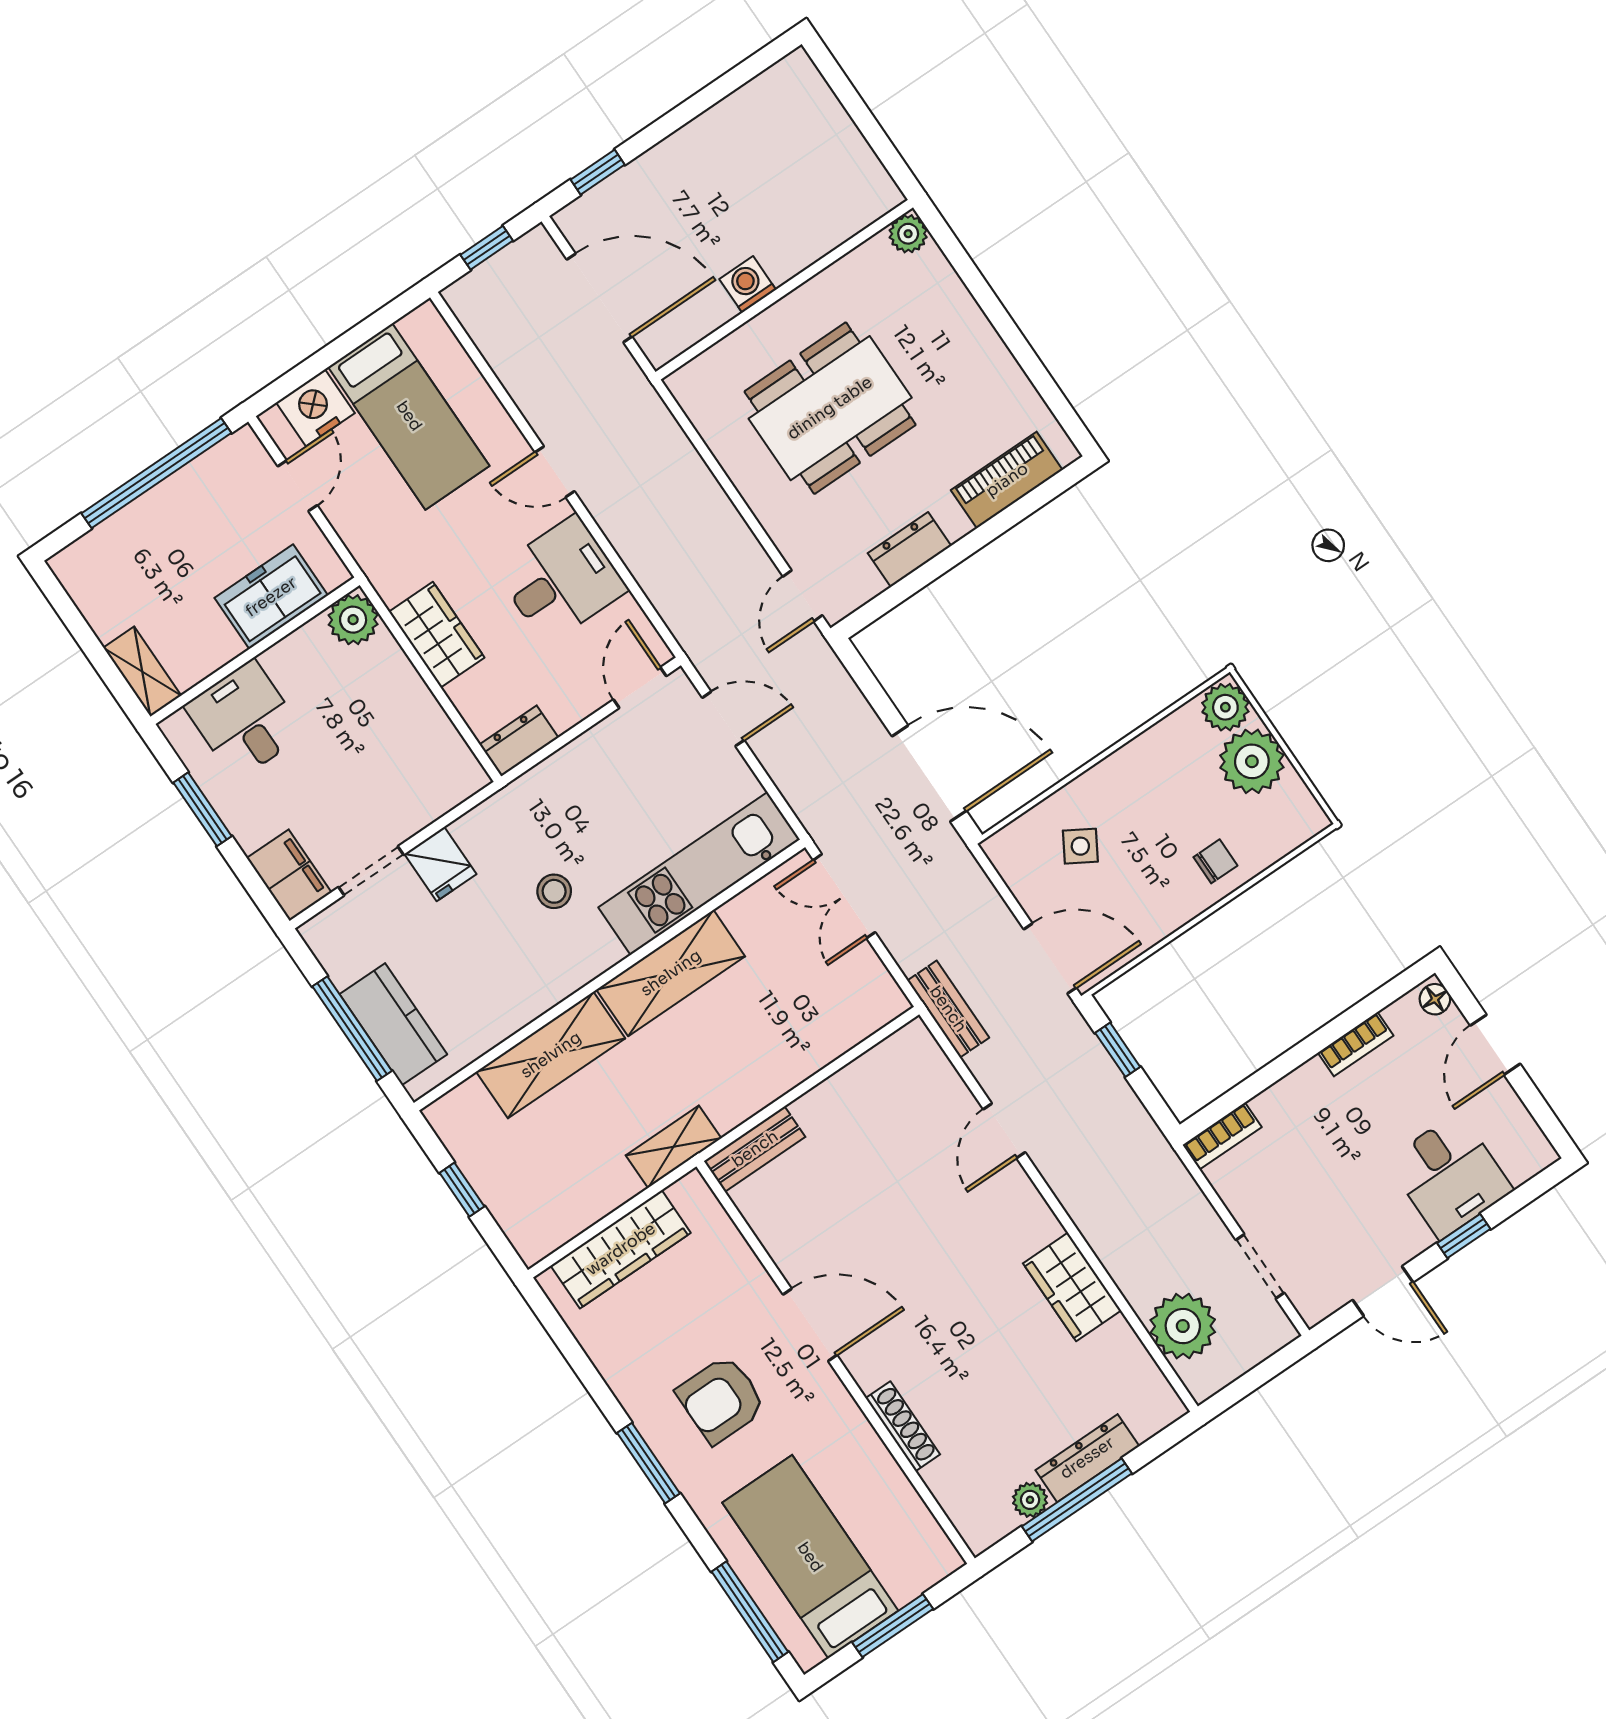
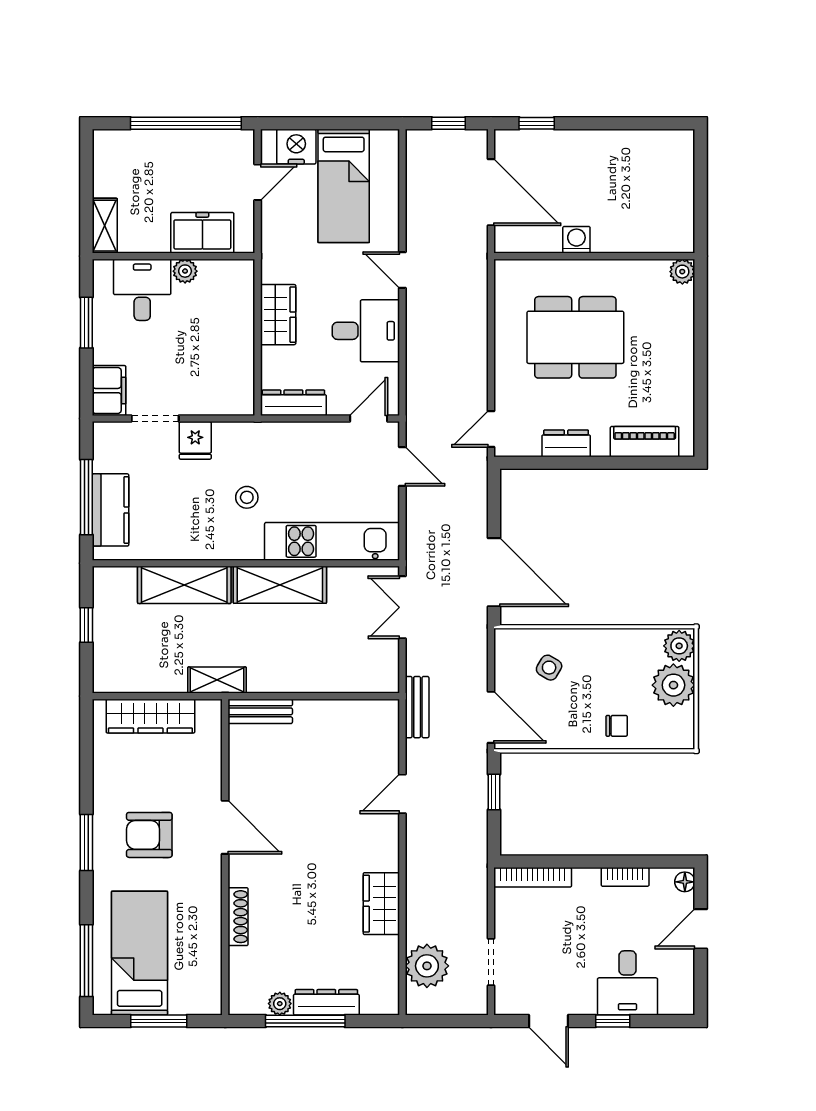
plant: (353, 620) -> (185, 271), moved, width x0.73, depth x0.73
dresser: (519, 741) -> (293, 403), width x1.44
bookcase: (1222, 1136) -> (533, 877), width x1.56

